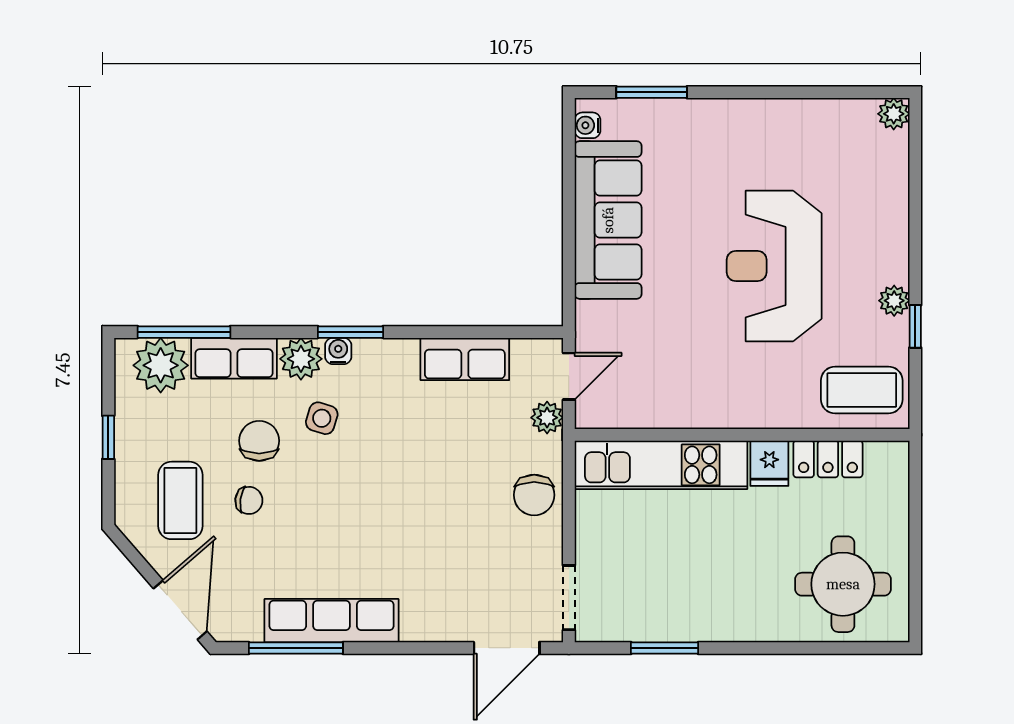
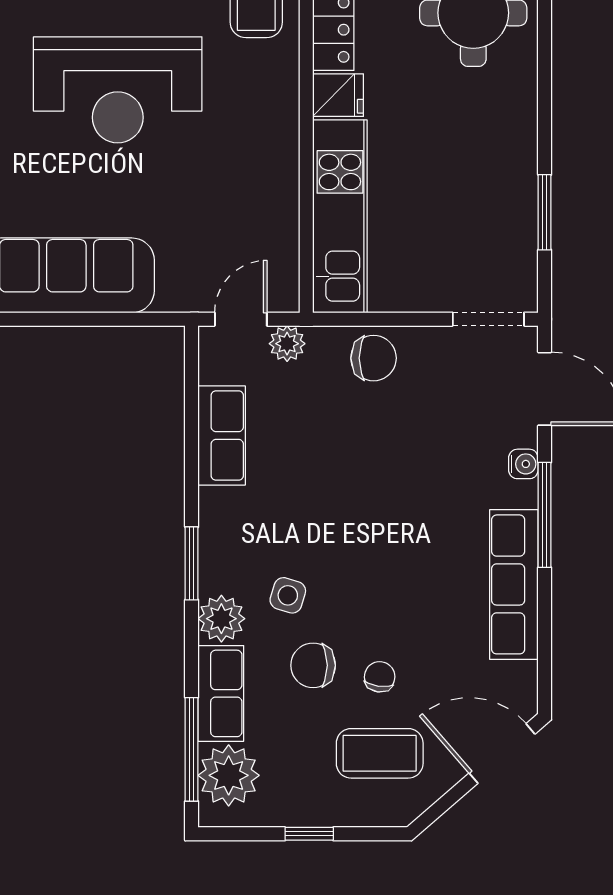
water cooler: (338, 351) -> (523, 464), moved, turned 180
door: (569, 376) -> (241, 319), hinge flipped
window: (296, 648) -> (545, 515), moved

